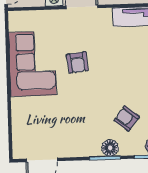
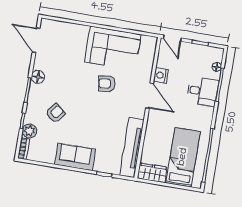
floor lamp: (110, 148) -> (38, 77), moved

